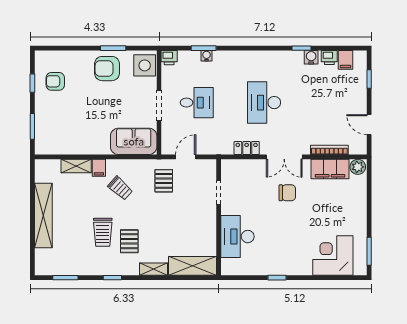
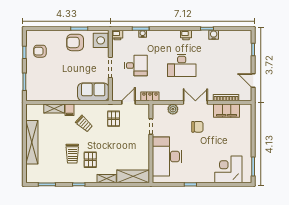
printer: (329, 58) -> (186, 35), moved
filing cabinet: (346, 60) -> (237, 37), removed
desk: (264, 103) -> (182, 66), turned -90
locker: (247, 148) -> (150, 96), moved
double door: (284, 157) -> (195, 102), swing flipped
plant: (358, 167) -> (173, 109), moved
desk: (237, 237) -> (167, 156), width x1.36, depth x1.30

